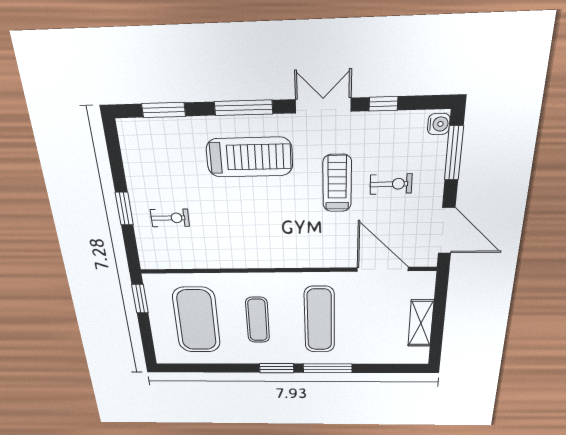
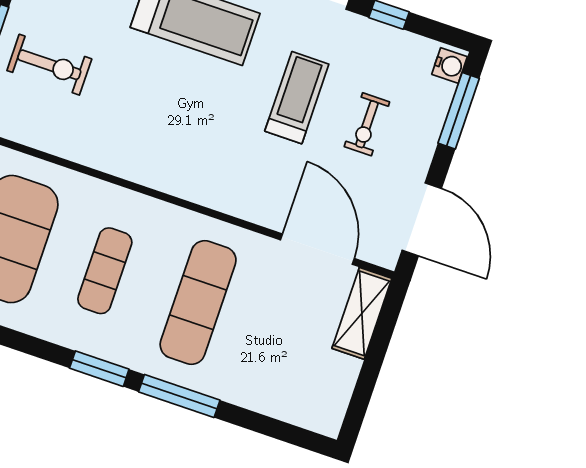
exercise bike: (391, 184) -> (367, 124), turned 91
exercise bike: (170, 218) -> (49, 65), width x1.38, depth x1.39
shelving: (421, 323) -> (362, 313), moved

